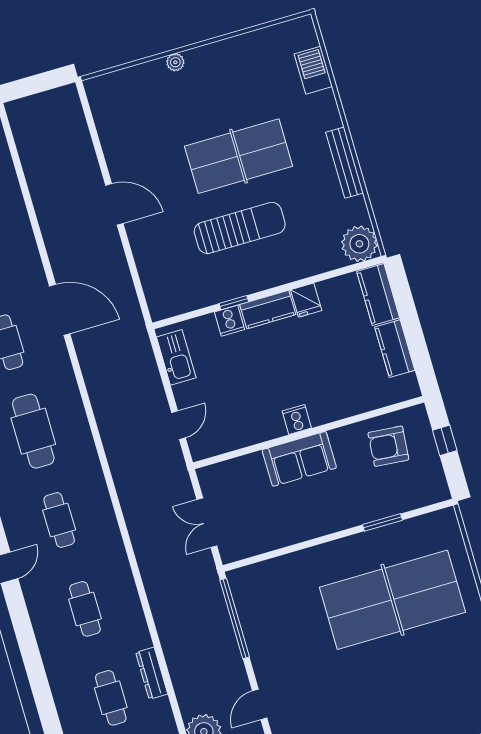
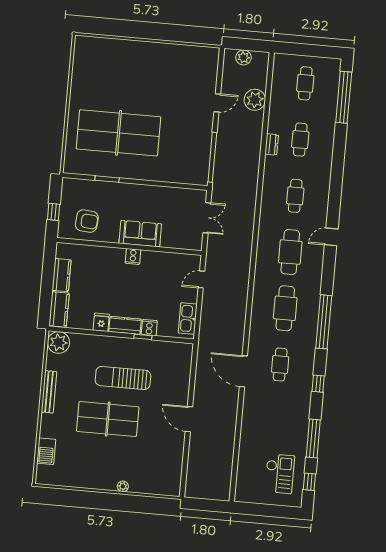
cafe table: (59, 520) -> (290, 252), width x1.37, depth x1.35
dresser: (152, 673) -> (272, 144), width x0.70

